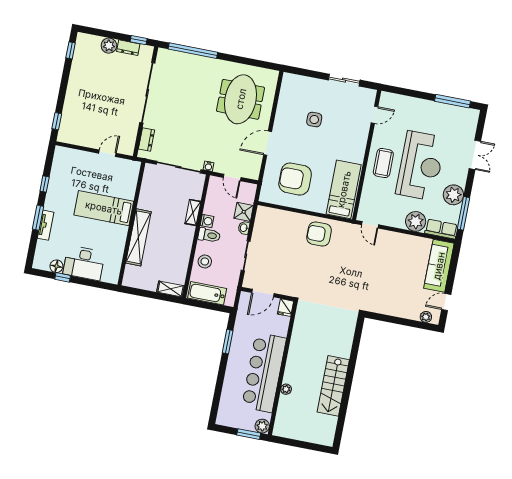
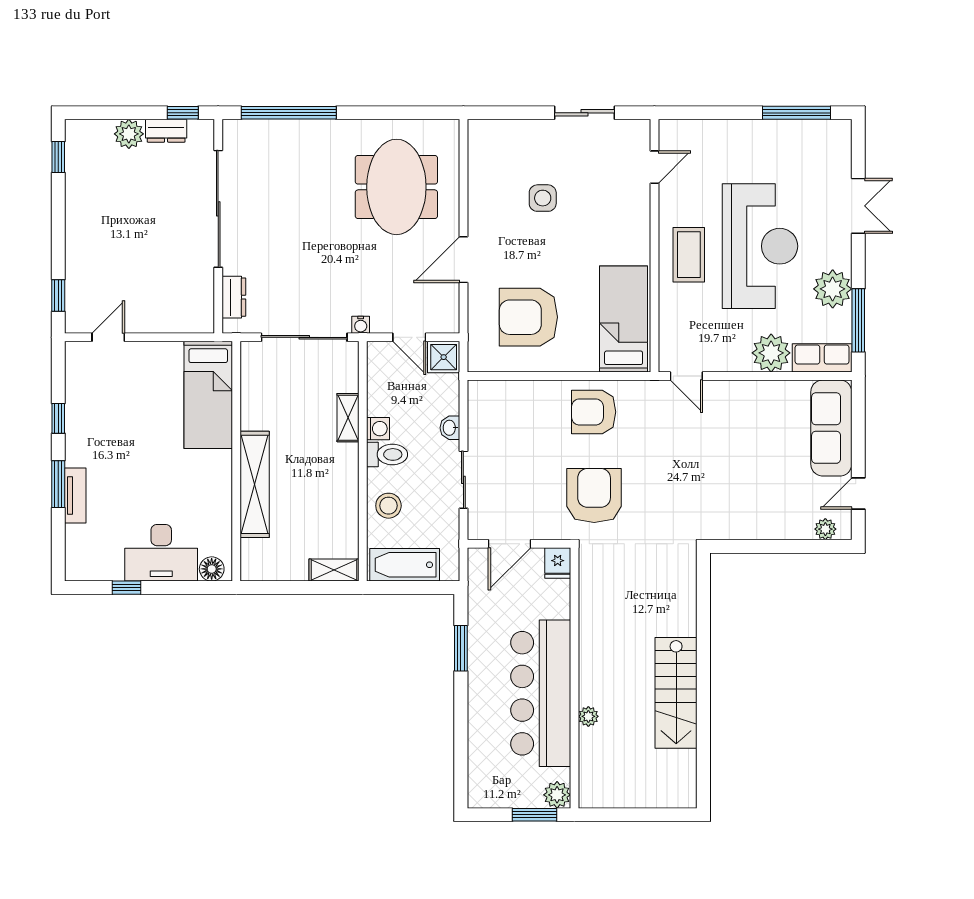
door: (107, 153) -> (108, 337), moved
bed: (104, 208) -> (208, 395), moved, turned -90
shower: (244, 212) -> (444, 357), moved
floor lamp: (56, 266) -> (212, 569), moved
armchair: (311, 277) -> (594, 496), added

